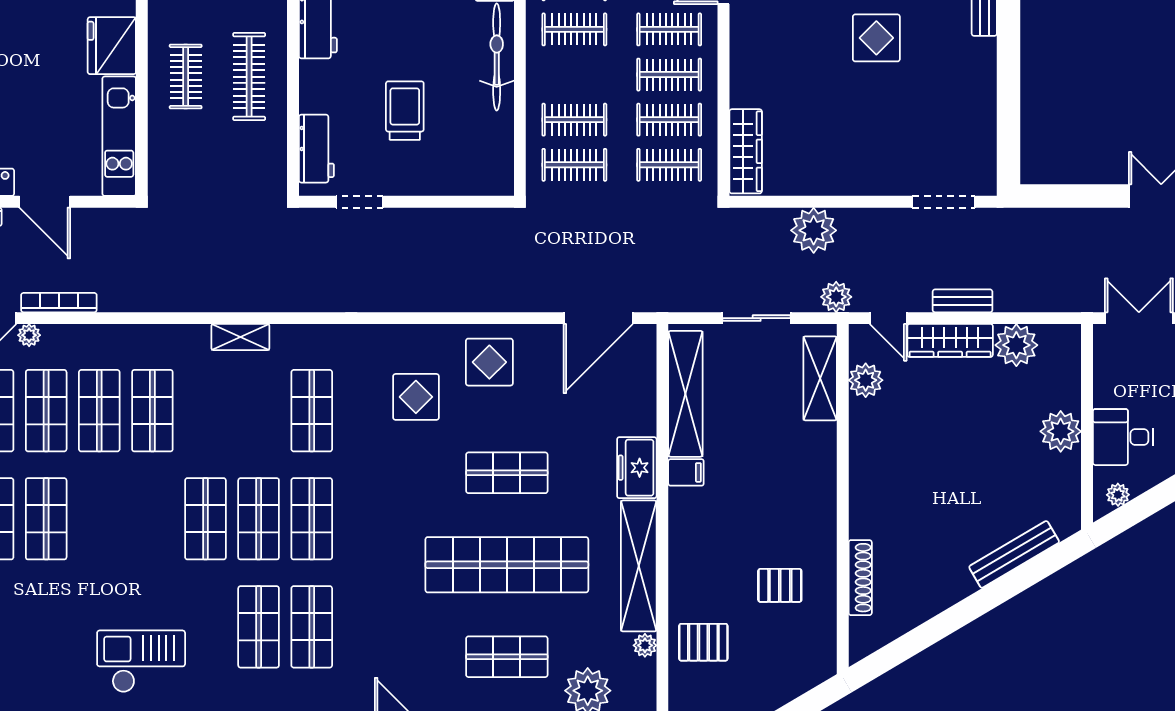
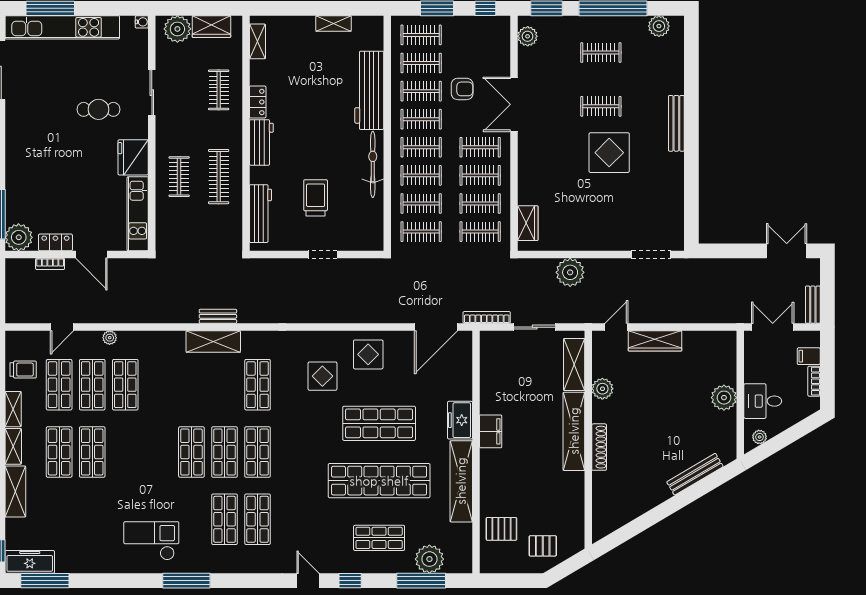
display table: (876, 38) -> (609, 153), width x1.36, depth x1.36
clothes rail: (574, 75) -> (421, 175), added
workbench: (316, 149) -> (260, 214), width x1.37
wardrobe: (746, 151) -> (528, 223), width x0.67
doorway: (360, 202) -> (323, 255), moved
plant: (836, 297) -> (584, 314), removed
bench: (963, 301) -> (218, 316), moved
bookcase: (59, 303) -> (487, 317), moved
door: (888, 318) -> (616, 327), swing flipped
plant: (29, 335) -> (110, 338), moved
shelving: (240, 337) -> (213, 341), width x1.50, depth x1.33
plant: (1016, 345) -> (696, 344), removed
plant: (866, 380) -> (602, 389), moved
shelving: (685, 394) -> (574, 431), moved
shop shelf: (152, 411) -> (158, 385), removed
filing cabinet: (686, 472) -> (491, 431), width x2.00
shop shelf: (507, 473) -> (379, 423), width x1.43, depth x1.36
shoe rack: (860, 578) -> (599, 447), moved
pallet: (780, 585) -> (543, 546), moved
plant: (645, 645) -> (465, 531), removed

